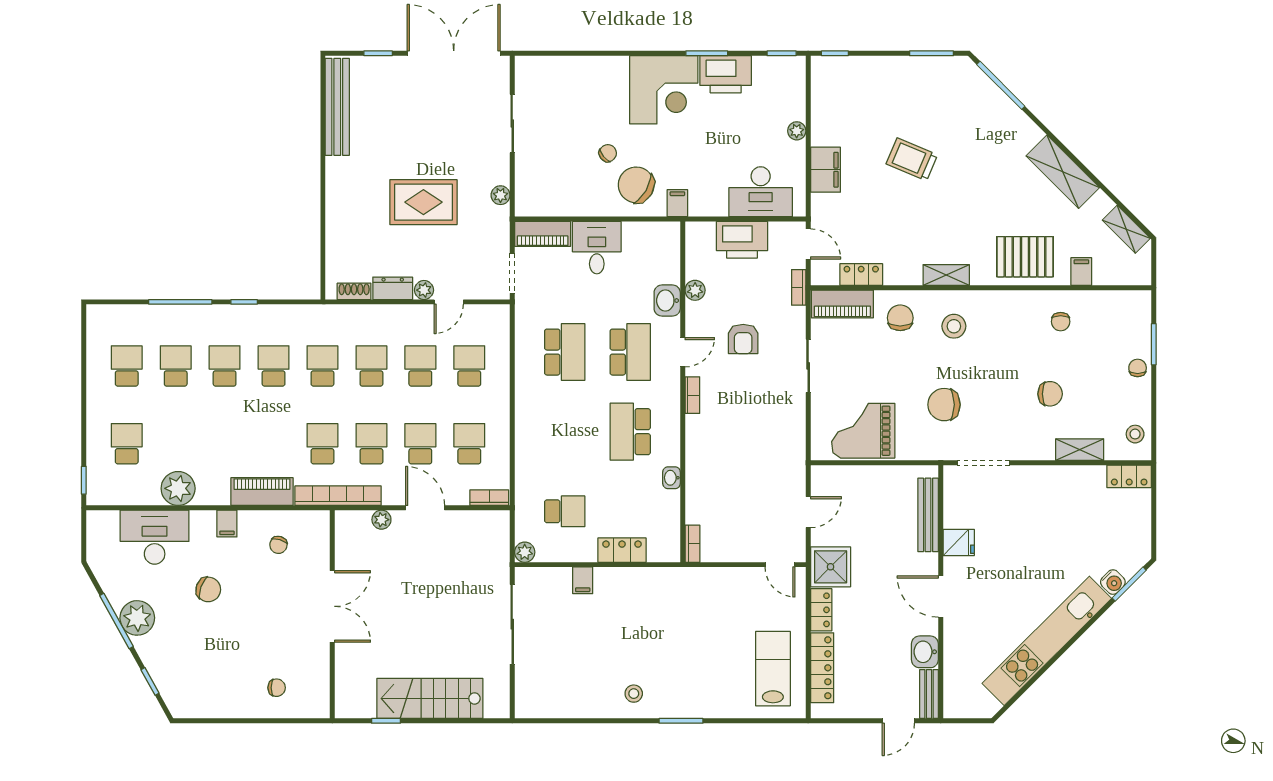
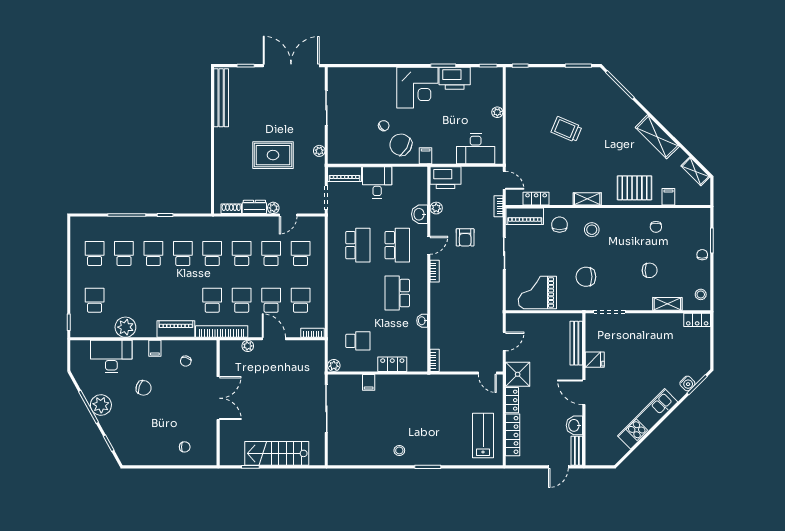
filing cabinet: (825, 170) -> (515, 136), removed
printer: (742, 240) -> (446, 178), moved
kitchen unit: (1047, 641) -> (648, 419), width x0.73

